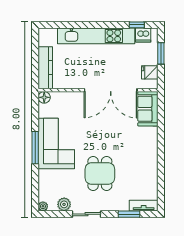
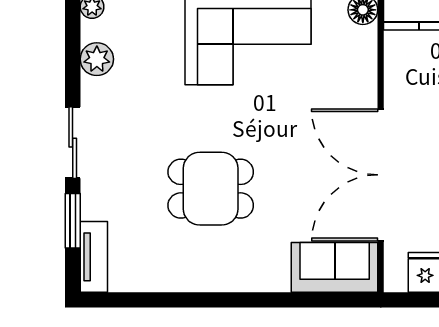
dining table: (100, 174) -> (211, 189), moved
sliding door: (86, 214) -> (73, 143), moved

